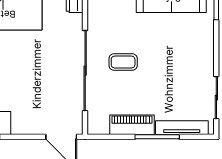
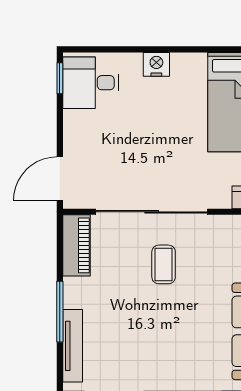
piano: (132, 125) -> (76, 245), moved

